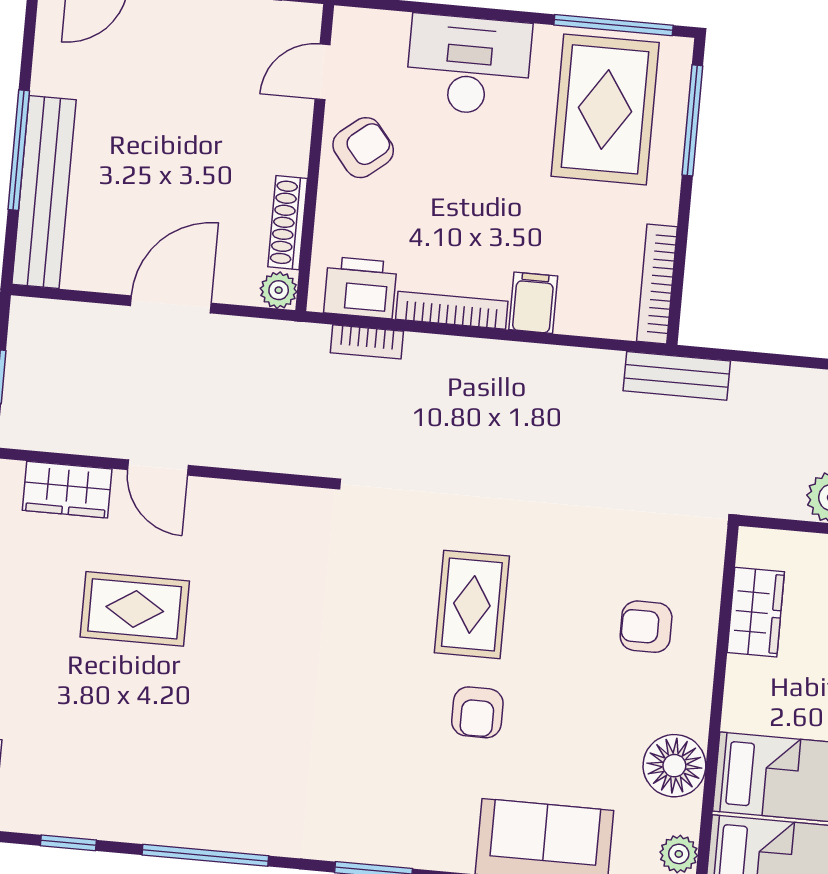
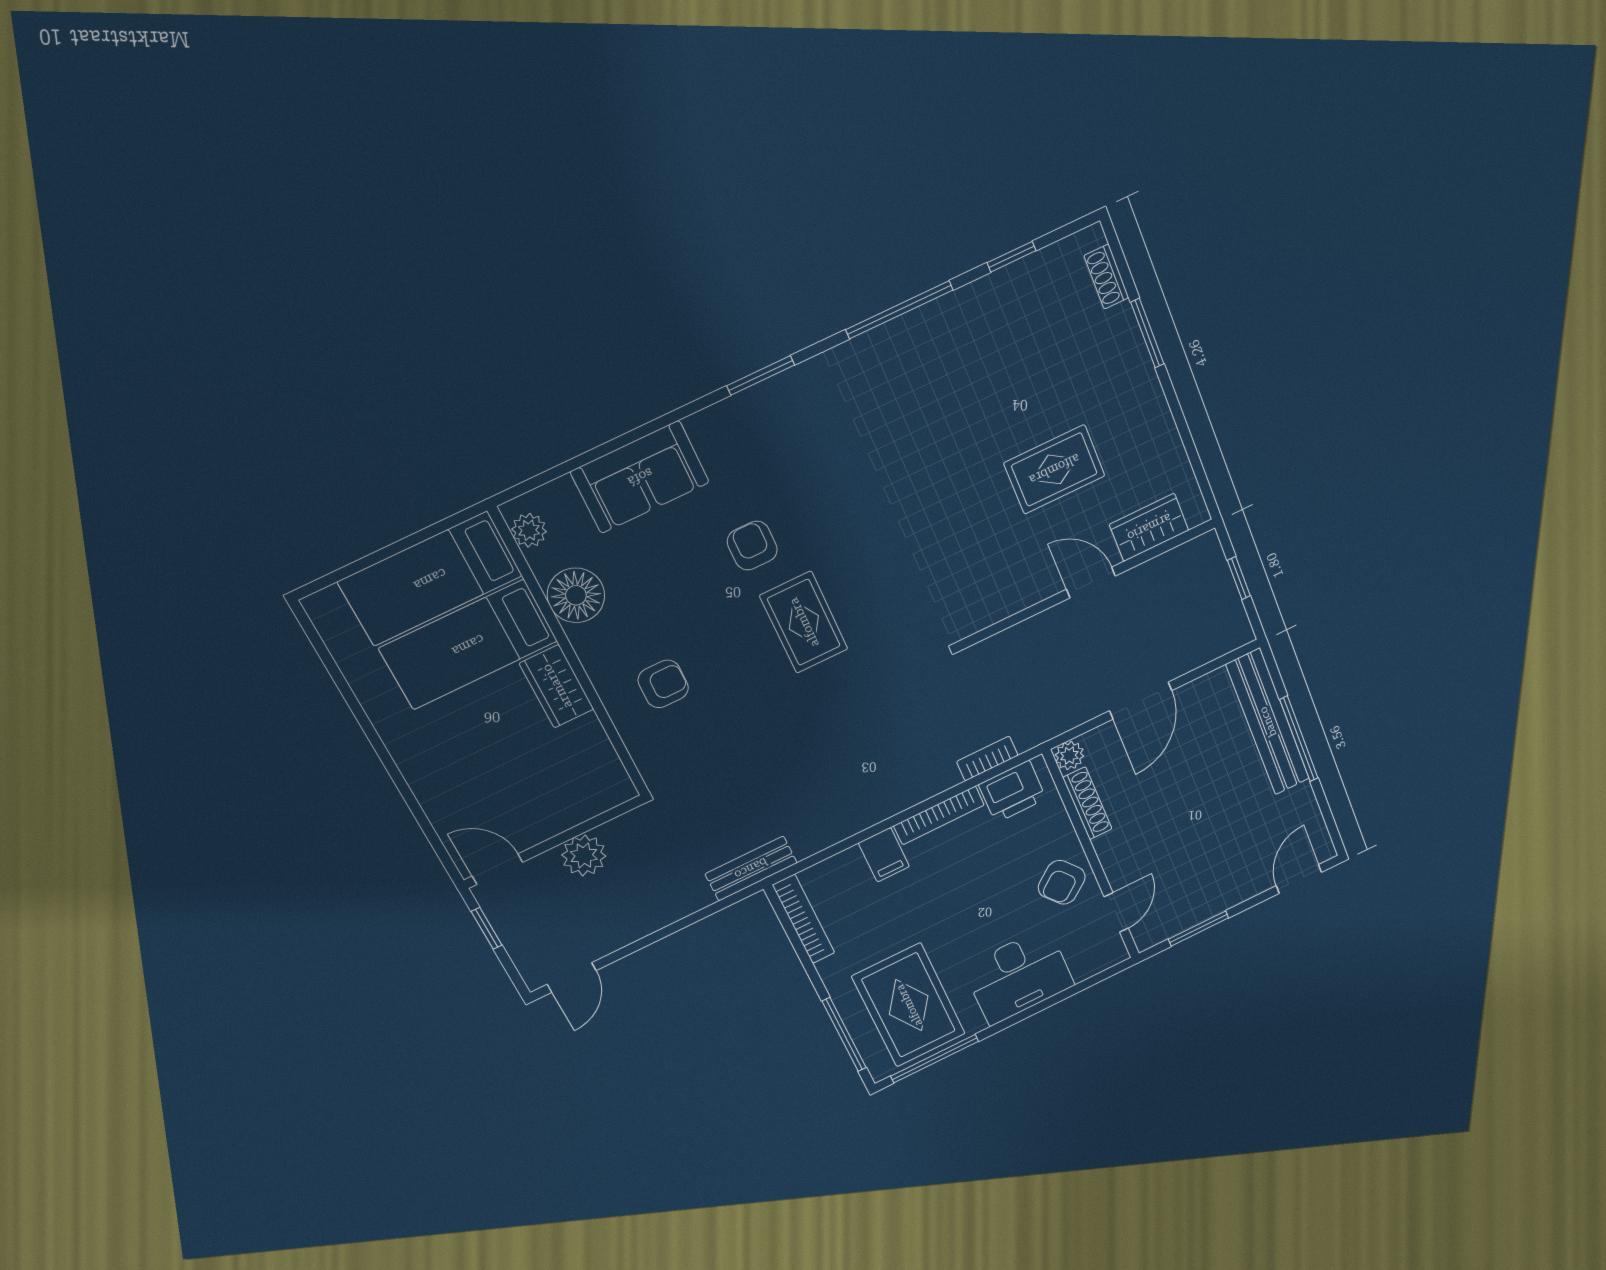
wardrobe: (756, 612) -> (557, 686), moved

